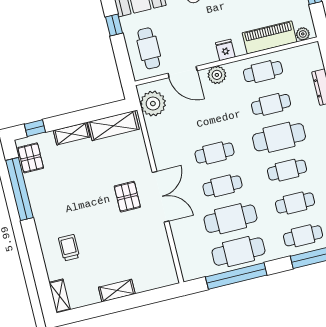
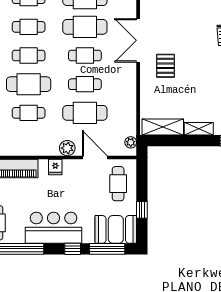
cafe table: (263, 72) -> (85, 113), moved, width x1.37, depth x1.35
plant: (153, 104) -> (131, 142), width x0.53, depth x0.53
double door: (161, 197) -> (138, 40), moved

